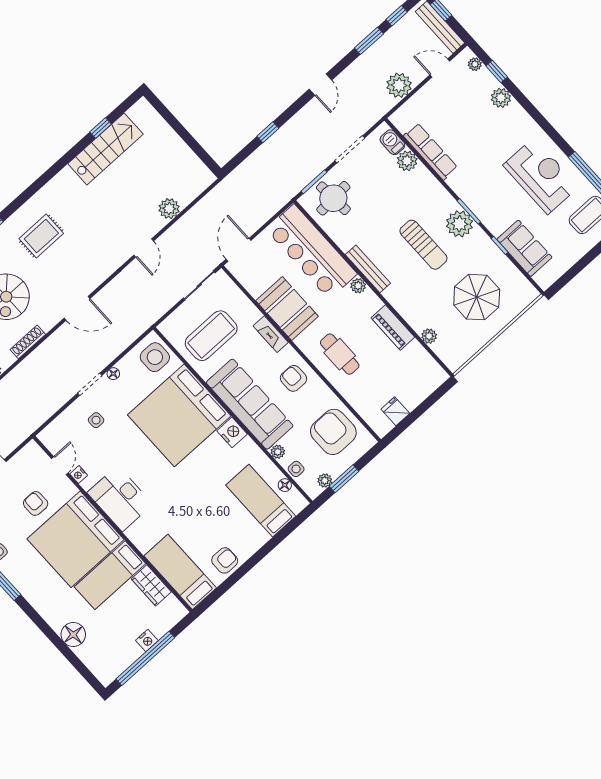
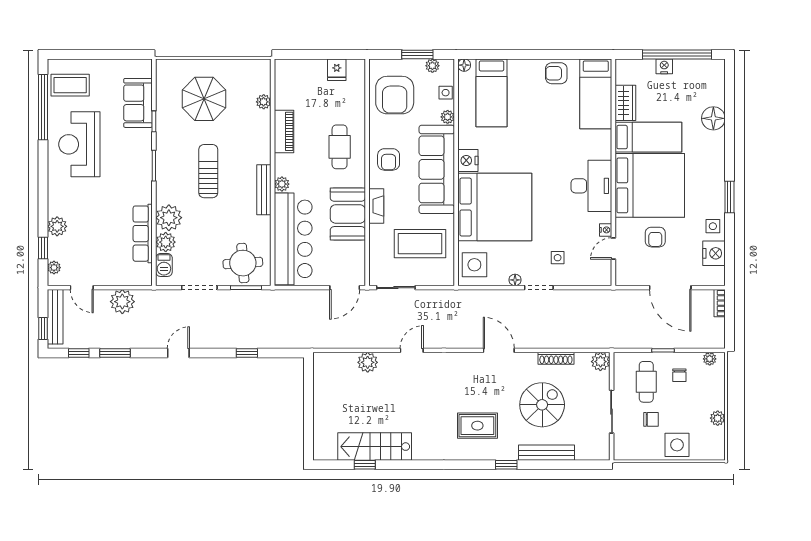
plant: (459, 224) -> (169, 218), moved
floor lamp: (285, 485) -> (464, 65), moved

